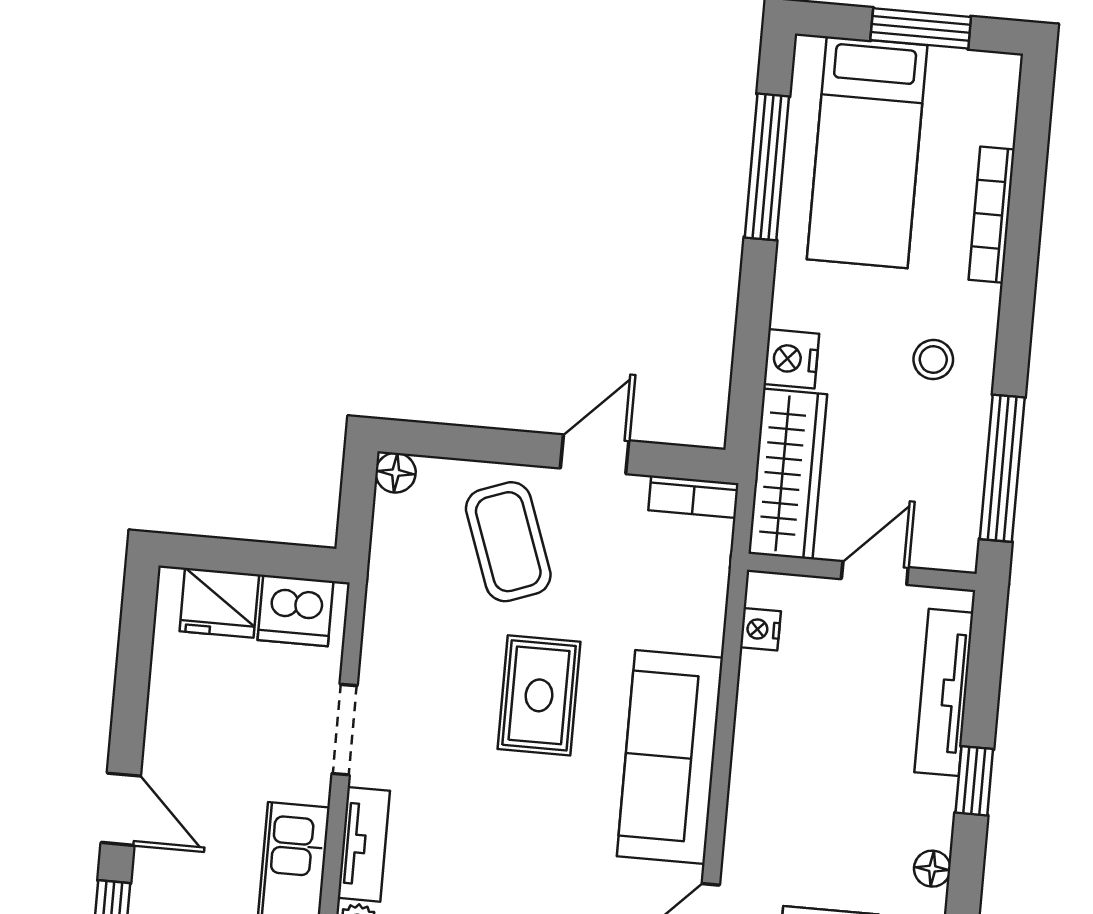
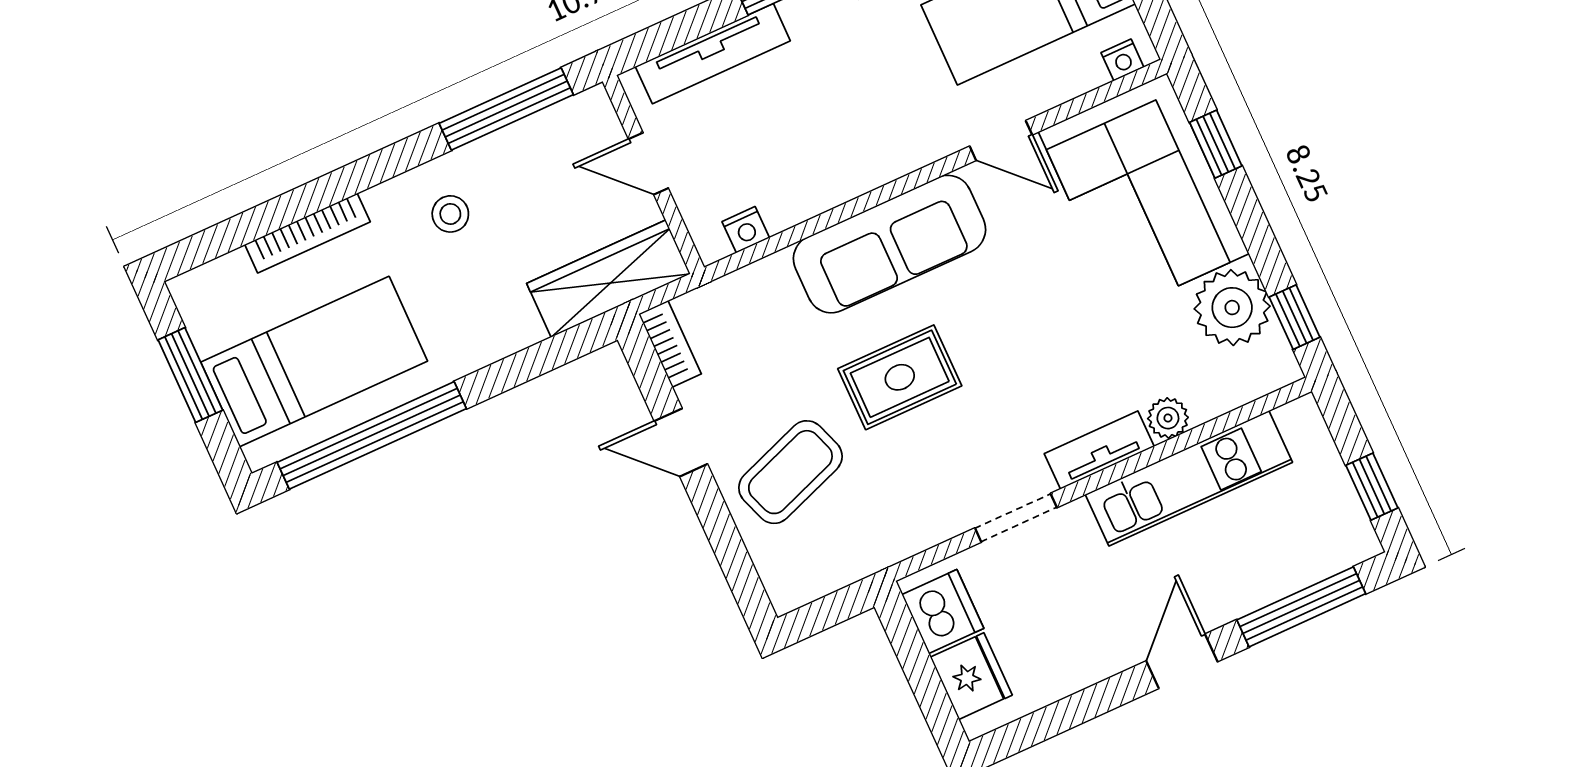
window: (767, 167) -> (372, 435), width x1.46
nightstand: (791, 359) -> (515, 328), removed
floor lamp: (396, 473) -> (786, 594), removed

